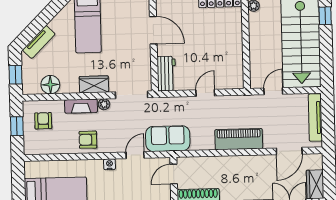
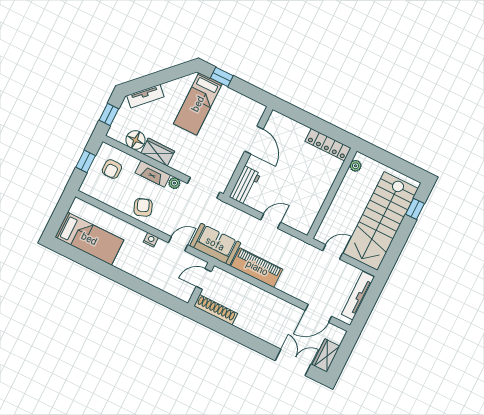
wardrobe: (94, 84) -> (158, 152), moved
armchair: (43, 121) -> (112, 169), turned 180
piano: (239, 139) -> (257, 268), moved
armchair: (88, 140) -> (143, 207), turned 69

